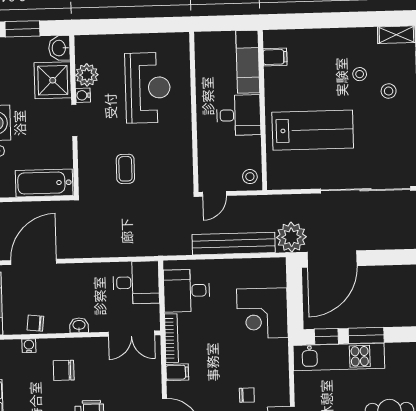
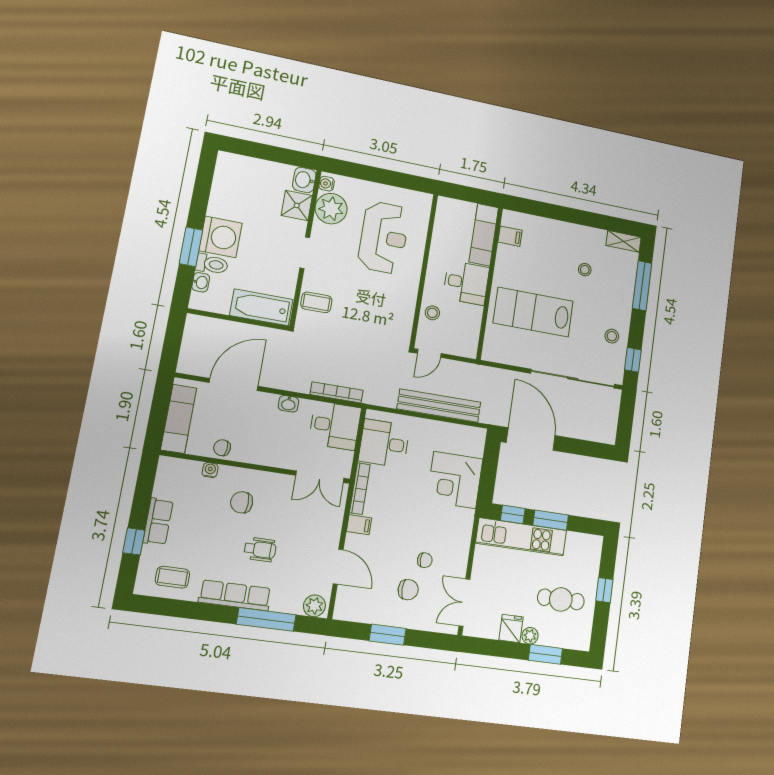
window: (22, 29) -> (271, 153), removed
plant: (87, 75) -> (331, 209), width x1.36, depth x1.36
shower: (53, 80) -> (297, 205), width x0.73, depth x0.73
stool: (389, 91) -> (612, 336), moved
water cooler: (83, 95) -> (327, 184), moved
lab bench: (313, 130) -> (533, 312), turned 180
coffee table: (125, 169) -> (316, 302), moved, turned 90
stool: (250, 177) -> (432, 313), moved
plant: (291, 237) -> (496, 410), removed
bookcase: (131, 250) -> (337, 392), added
door: (332, 259) -> (531, 439), swing flipped
washbasin: (79, 325) -> (288, 404), moved, turned 180

